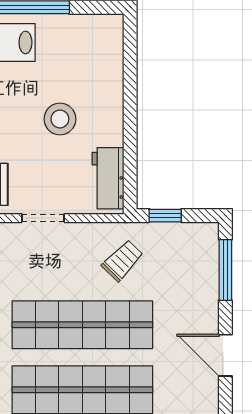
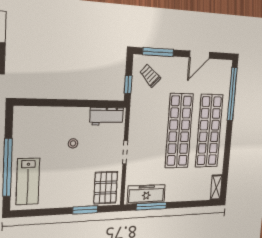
stool: (60, 119) -> (73, 143), width x0.53, depth x0.53
trolley: (122, 261) -> (150, 76), moved

